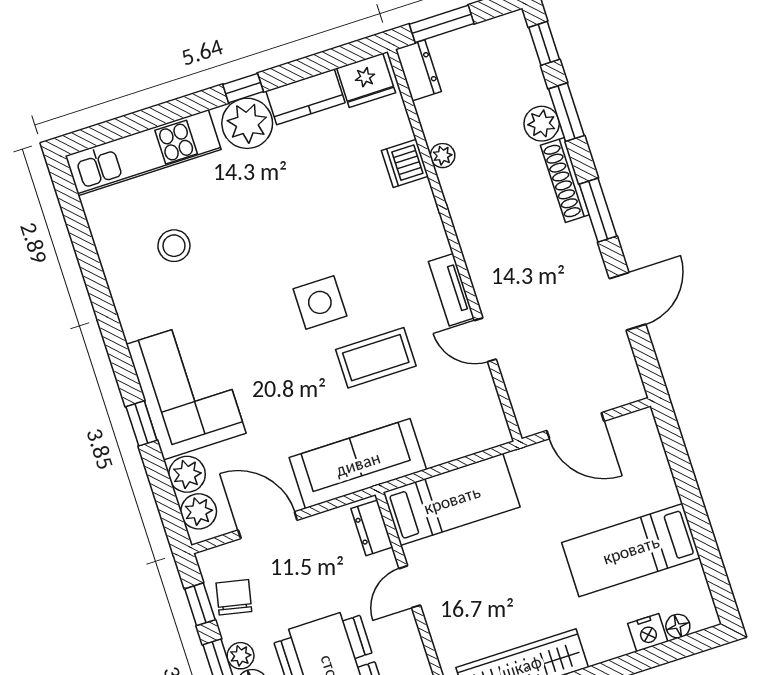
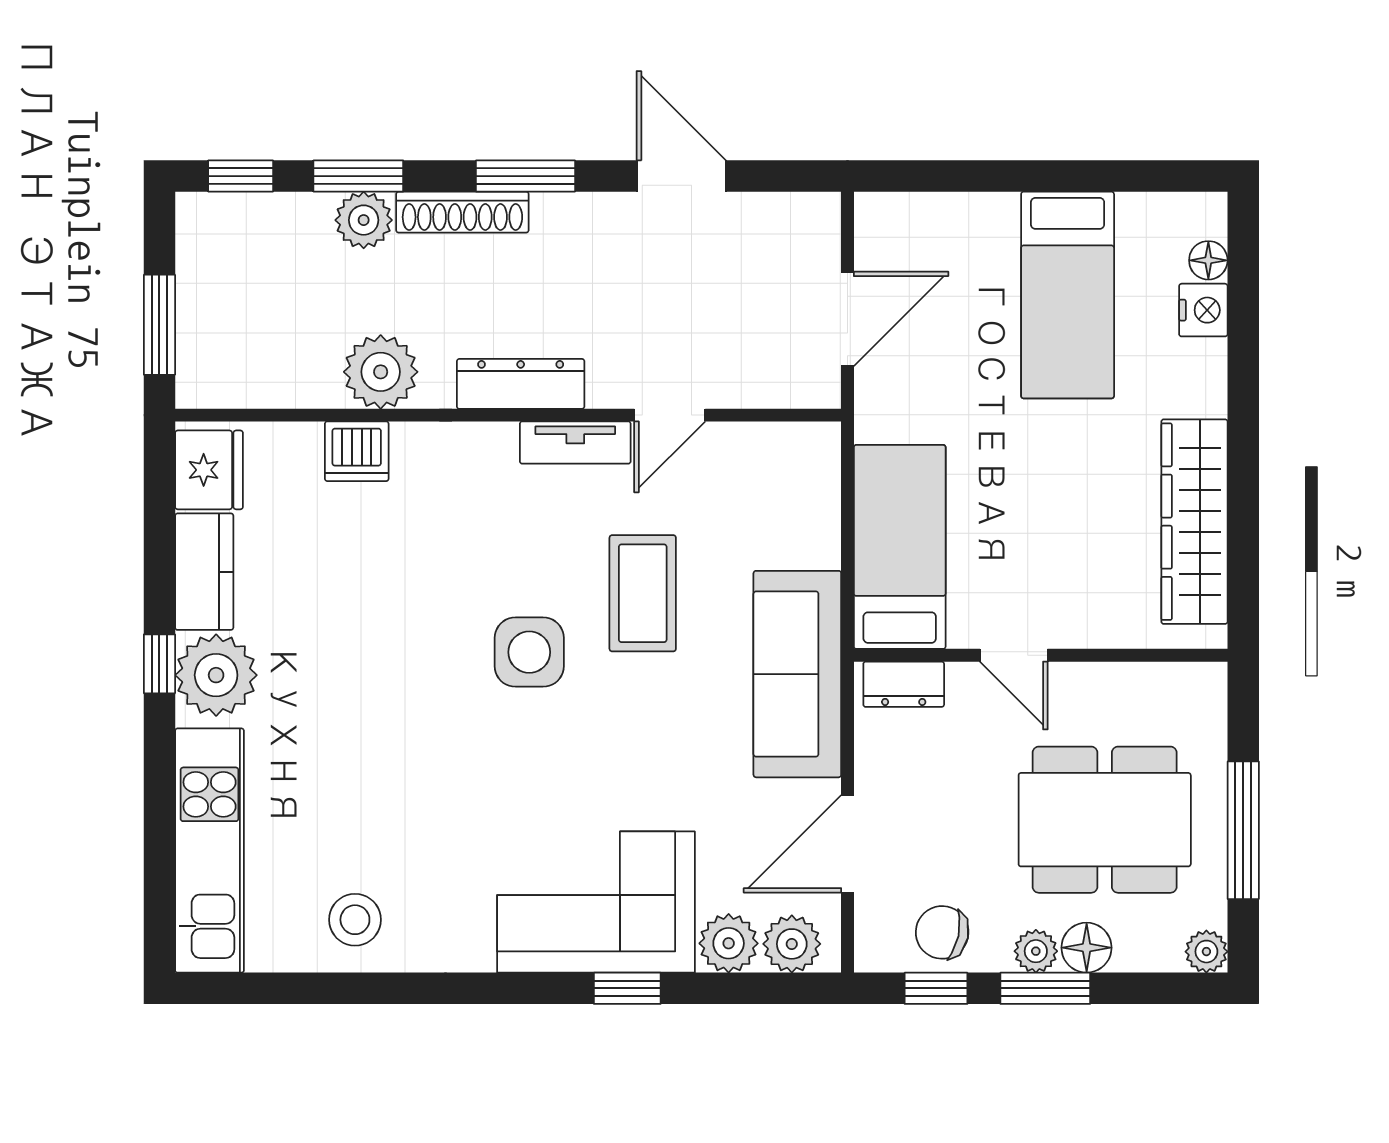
dresser: (418, 70) -> (521, 384), moved, width x1.44
plant: (443, 156) -> (381, 372), width x1.87, depth x1.87
stool: (174, 246) -> (355, 920), moved

